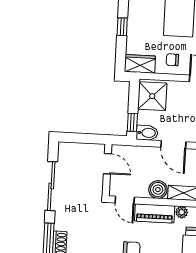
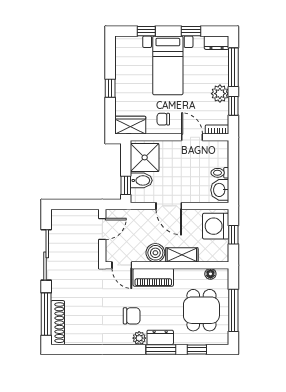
bidet: (147, 133) -> (141, 180), moved
door: (107, 164) -> (102, 229), hinge flipped
plant: (182, 212) -> (181, 275), removed

